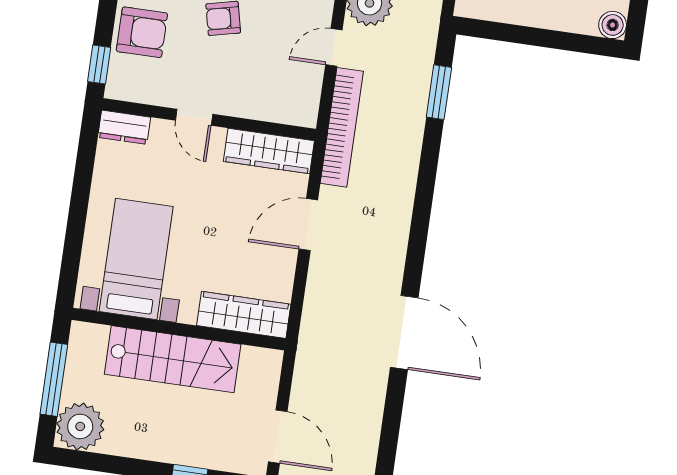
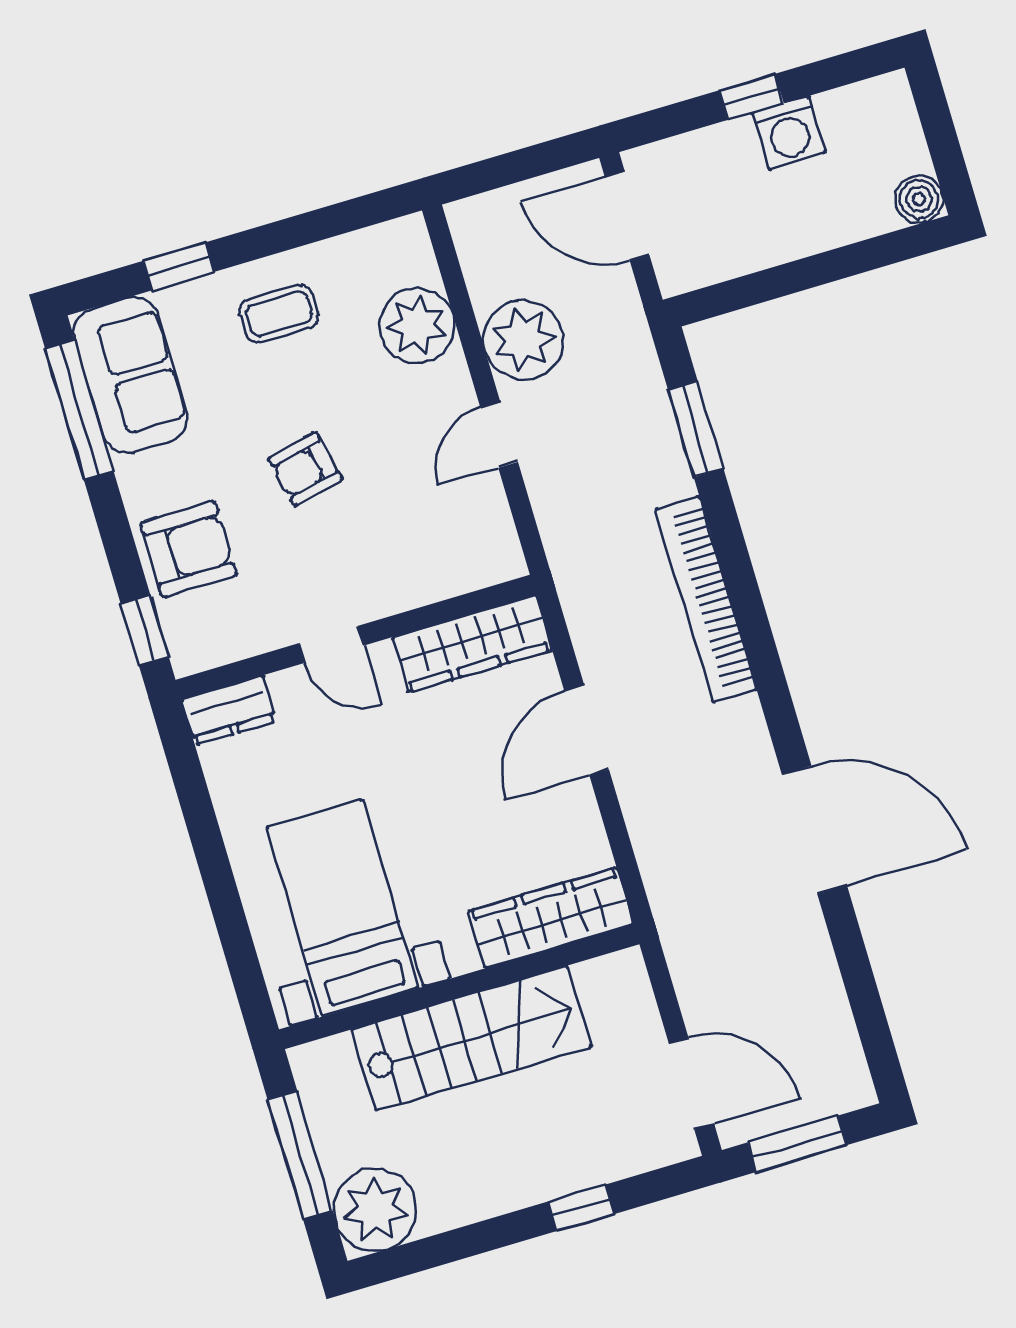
bookcase: (342, 127) -> (706, 599), moved, turned 180

